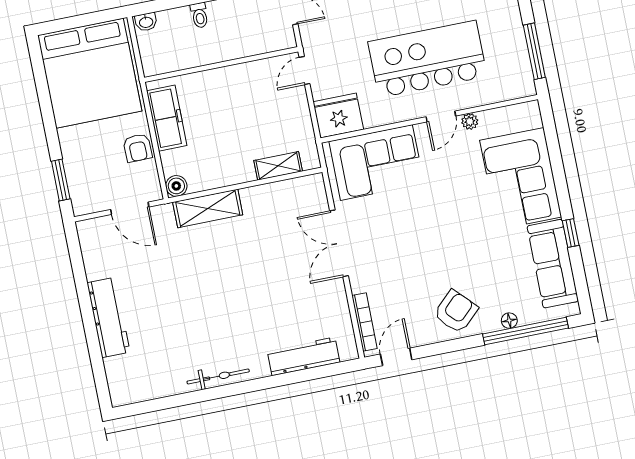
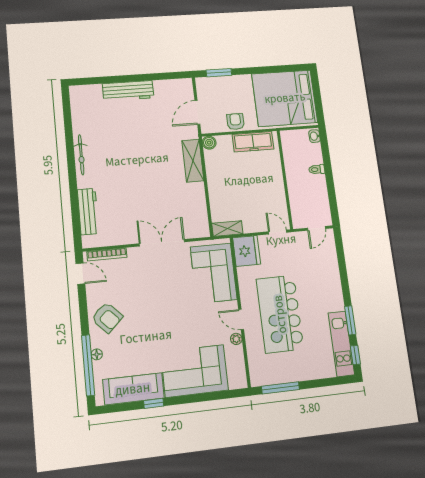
kitchen island: (427, 59) -> (280, 314), turned 180
armchair: (138, 148) -> (235, 122), turned 91
shelving: (278, 166) -> (227, 229), moved, turned 90

